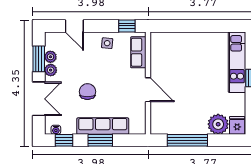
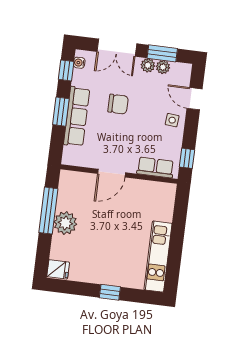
door: (74, 26) -> (195, 99), hinge flipped
side table: (107, 43) -> (172, 120), moved
kitchen unit: (237, 62) -> (158, 257), moved, turned -90
plant: (218, 124) -> (65, 223), moved

